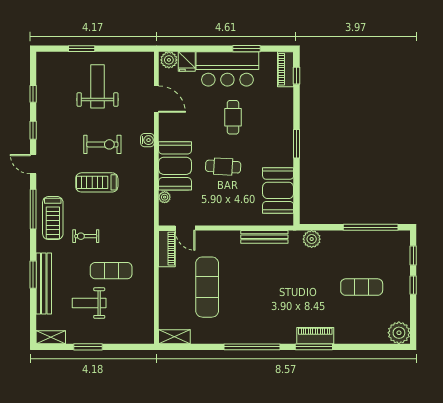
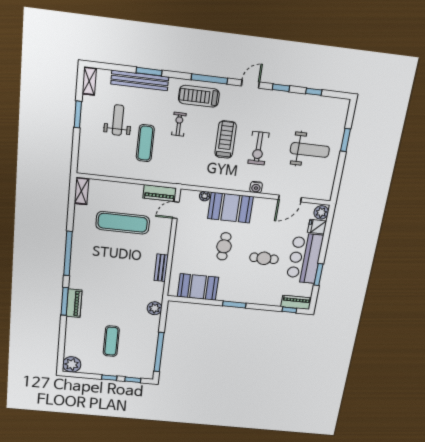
bench: (264, 237) -> (161, 268), width x0.73

